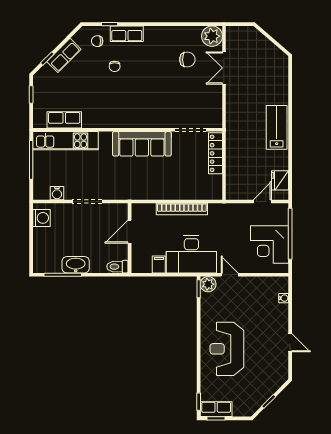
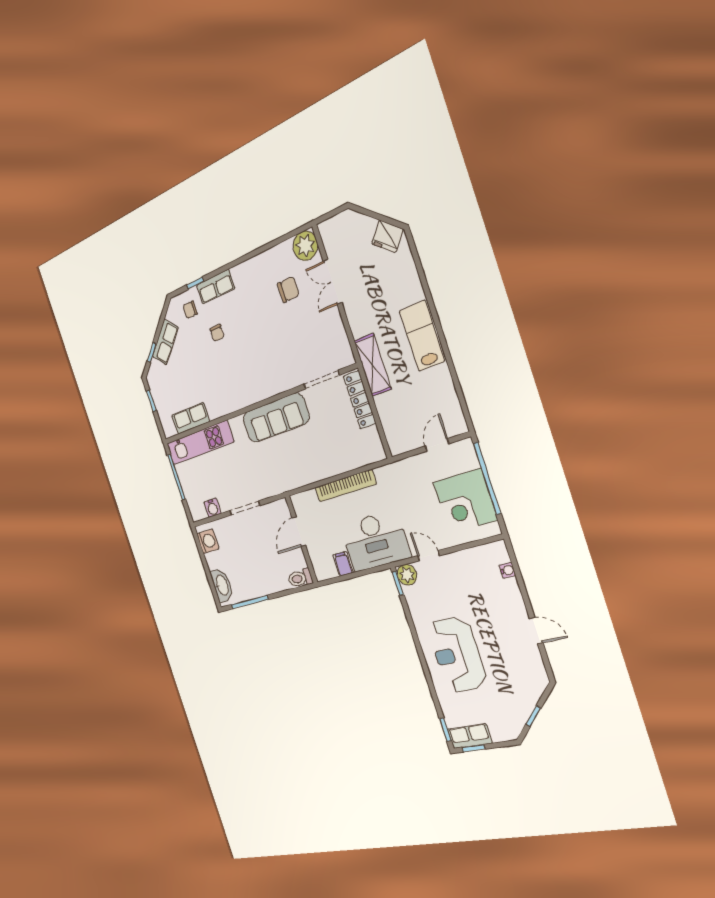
shelving: (234, 133) -> (373, 365), added
fridge: (280, 180) -> (387, 236), moved, turned -49
washbasin: (76, 265) -> (222, 585), moved, turned 90

